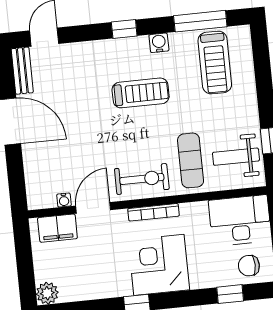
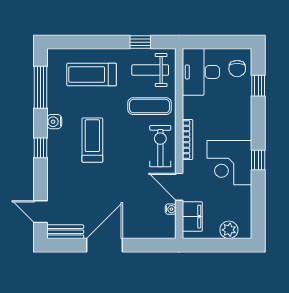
treadmill: (215, 63) -> (92, 75), moved, turned 180
weight bench: (236, 157) -> (150, 70), turned 90
corner desk: (159, 265) -> (229, 163), moved
plant: (47, 293) -> (229, 230), moved

